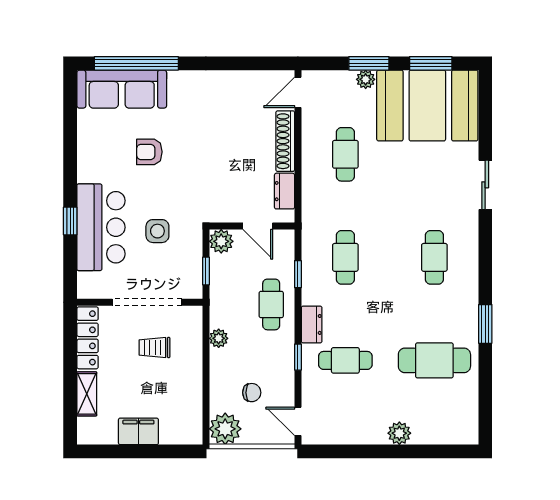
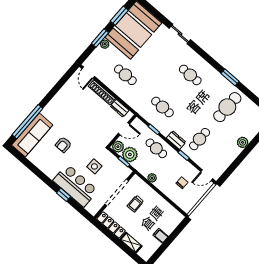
plant: (225, 429) -> (130, 154), moved
filing cabinet: (138, 431) -> (161, 236), width x0.50

